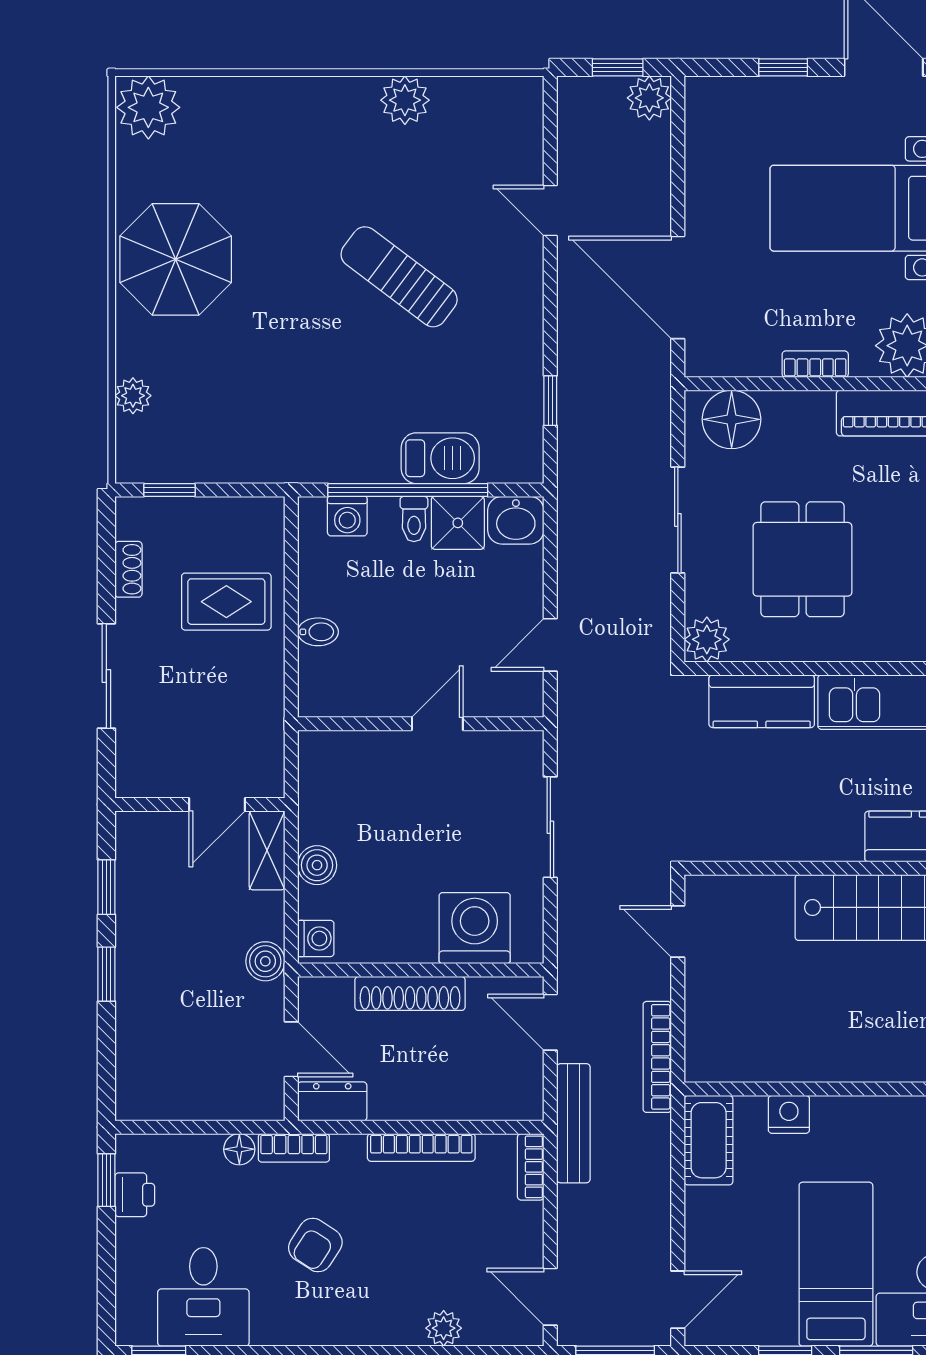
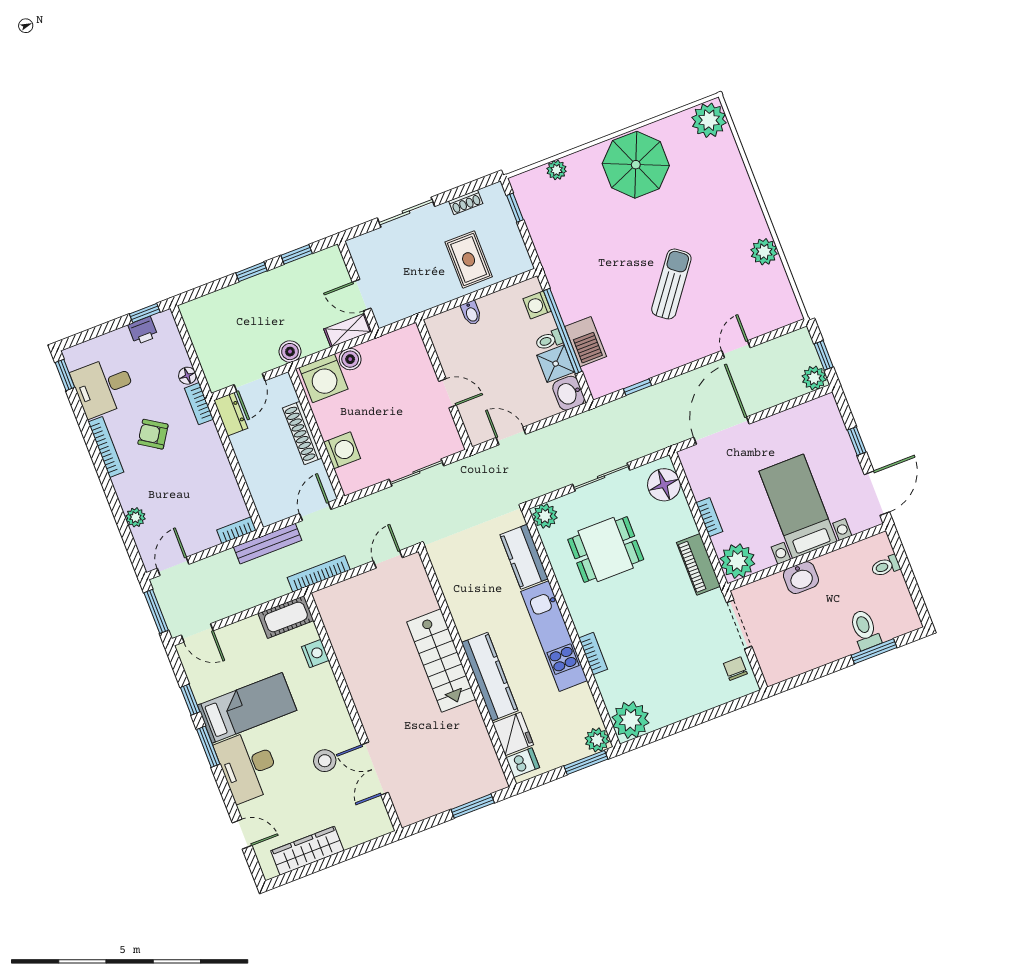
washing machine: (475, 928) -> (342, 450), width x0.73, depth x0.73
washing machine: (316, 938) -> (323, 378), width x1.89, depth x1.89
bookcase: (421, 1147) -> (106, 447), moved, turned 180

